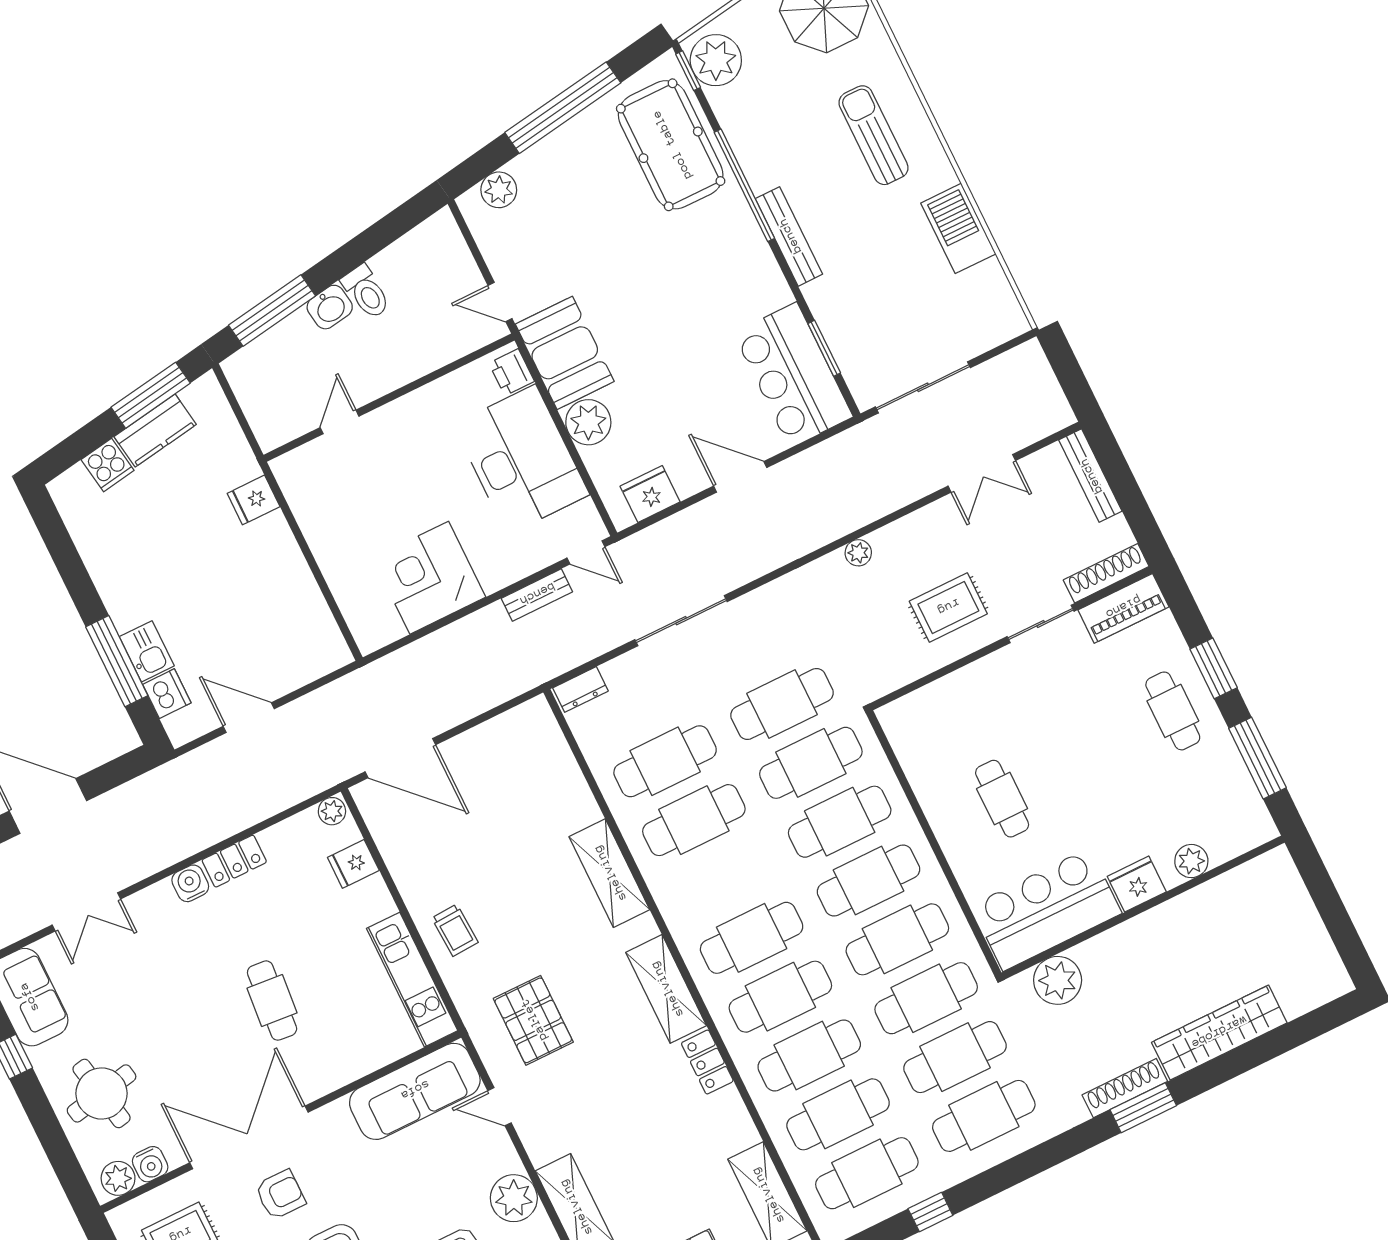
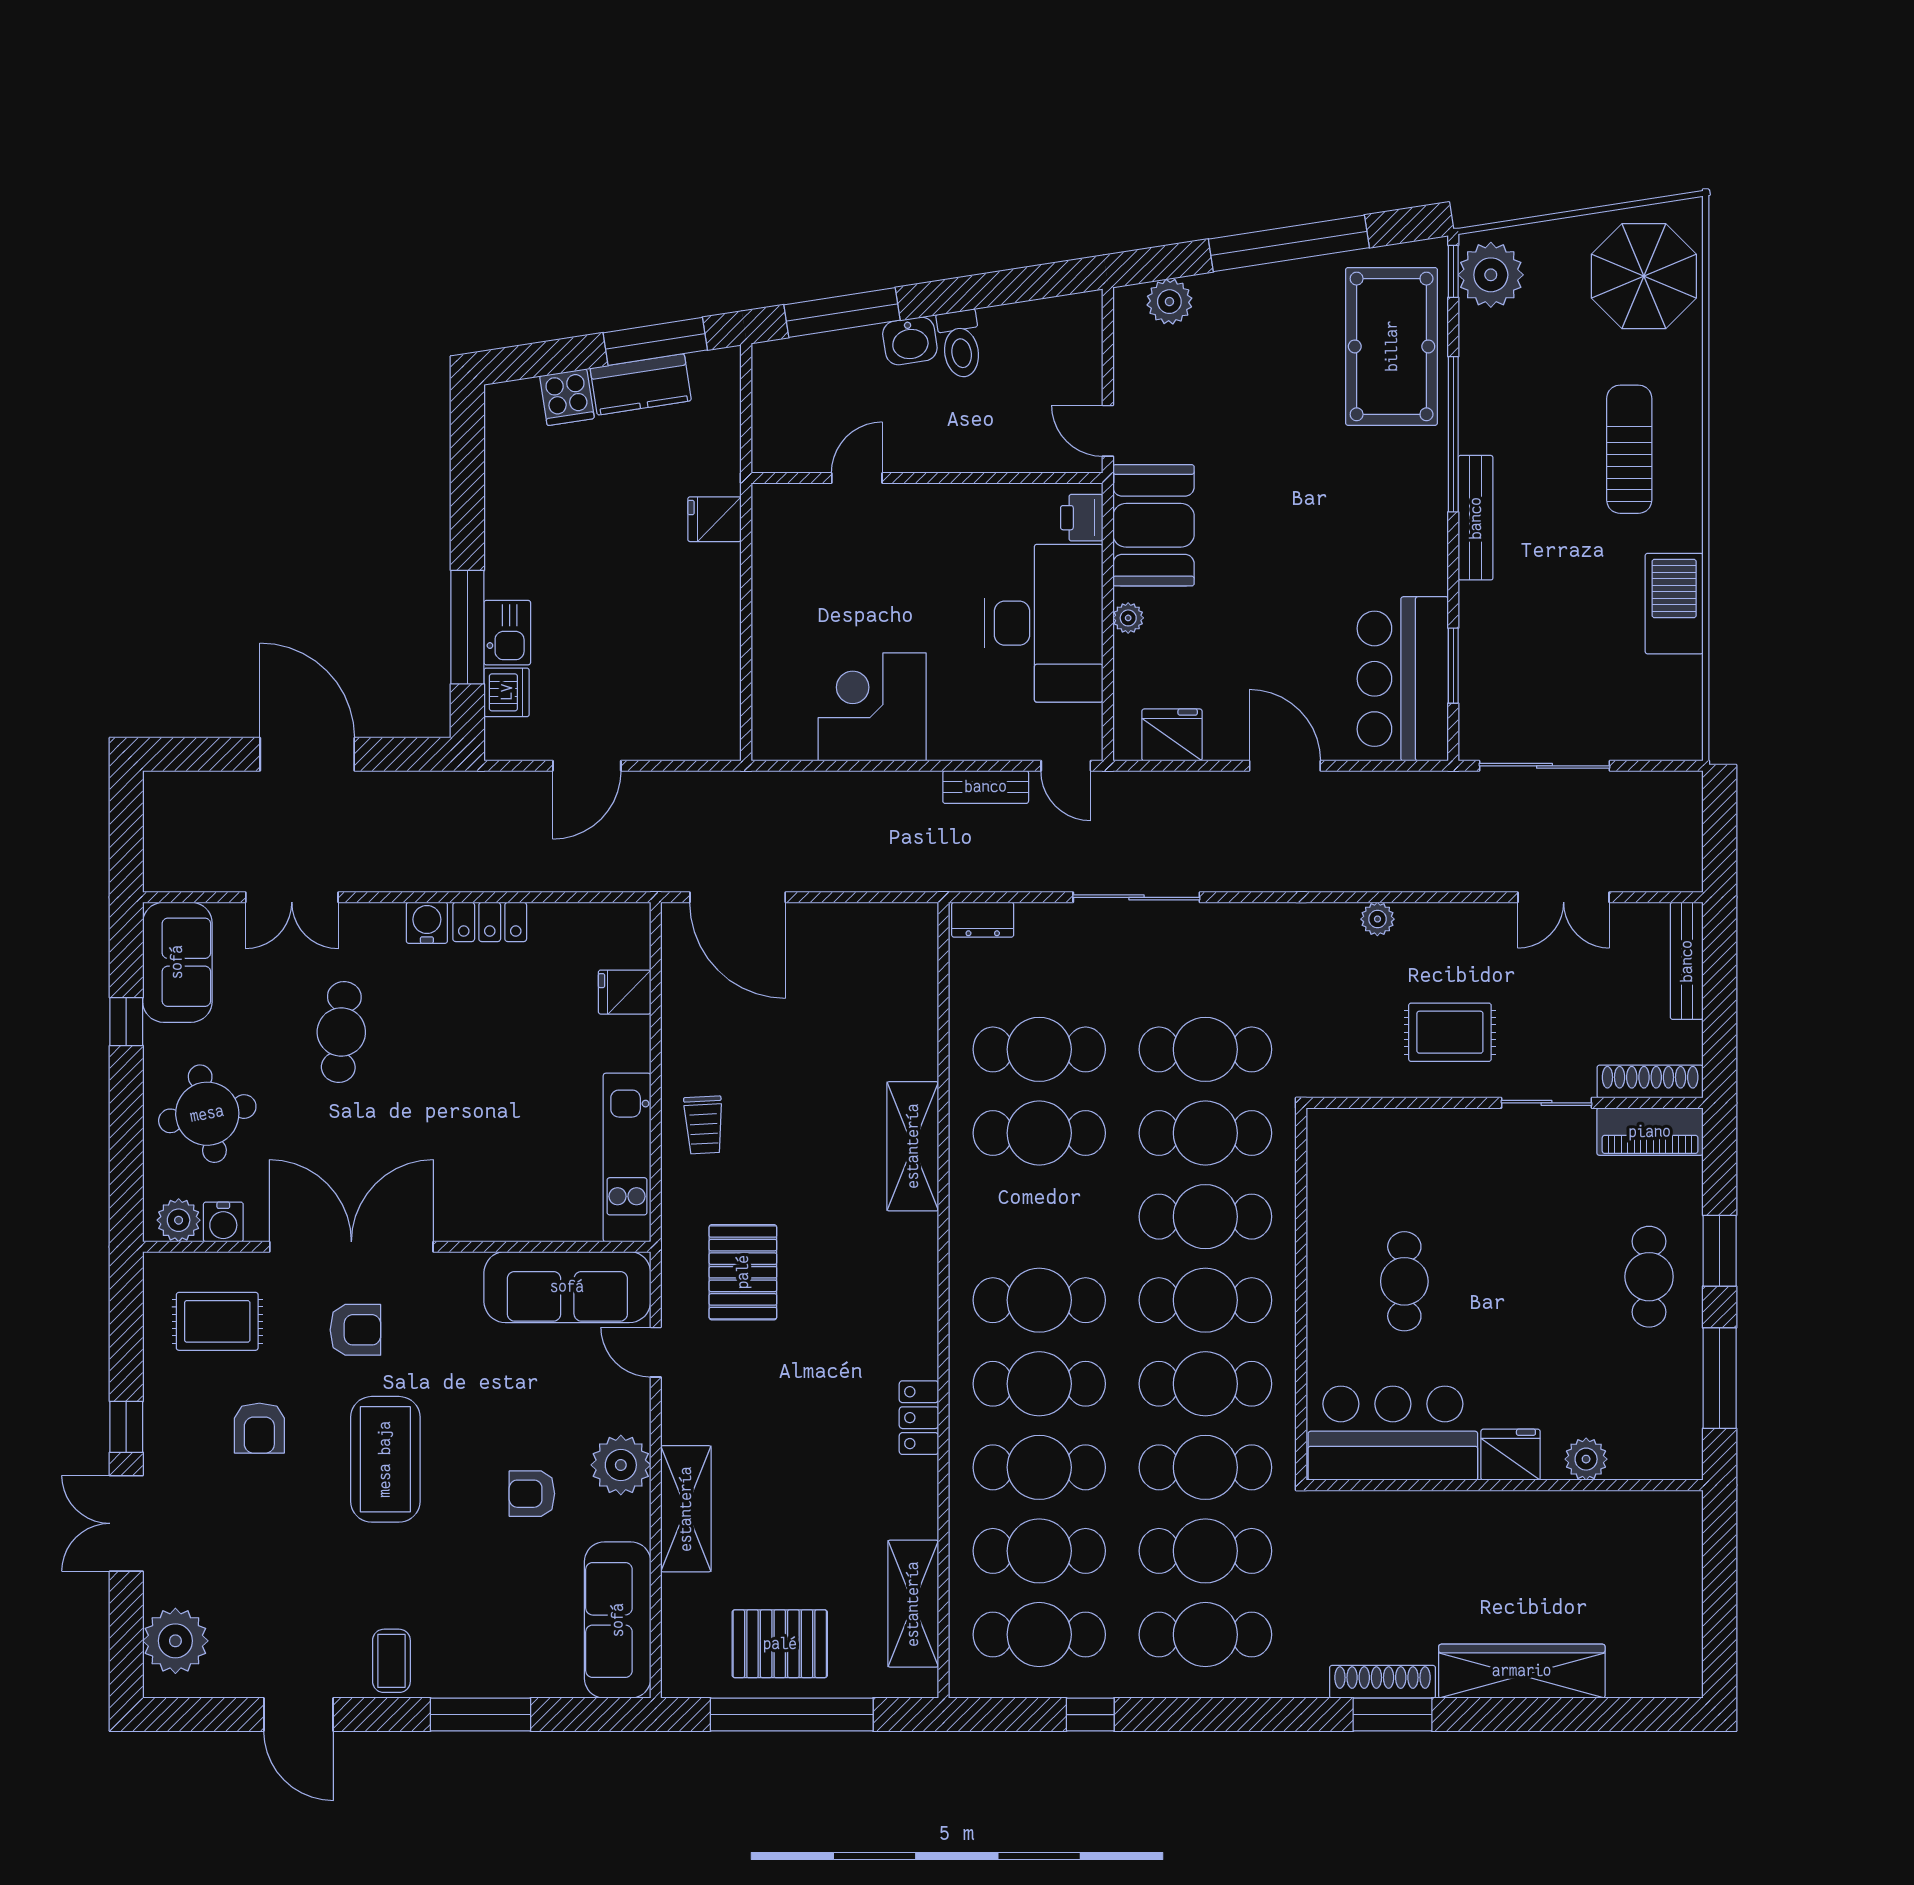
plant: (588, 422) -> (1128, 618), width x0.53, depth x0.53
door: (249, 718) -> (587, 766), swing flipped
plant: (332, 811) -> (630, 920), removed
plant: (1058, 980) -> (1366, 1521), removed
shelving: (666, 989) -> (913, 1311), removed
cafe table: (272, 1001) -> (341, 1032), moved

